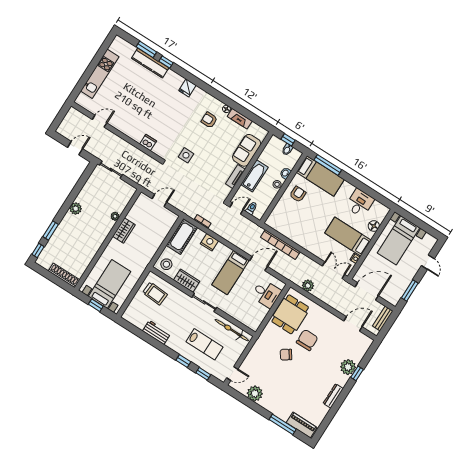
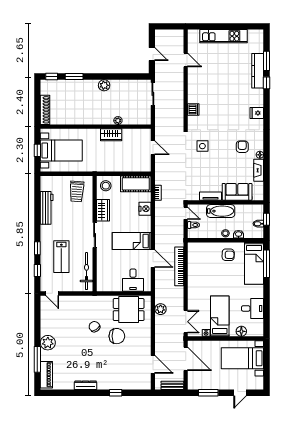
workbench: (157, 332) -> (47, 208), width x1.38
plant: (348, 367) -> (116, 382), removed
plant: (255, 393) -> (48, 343), moved

